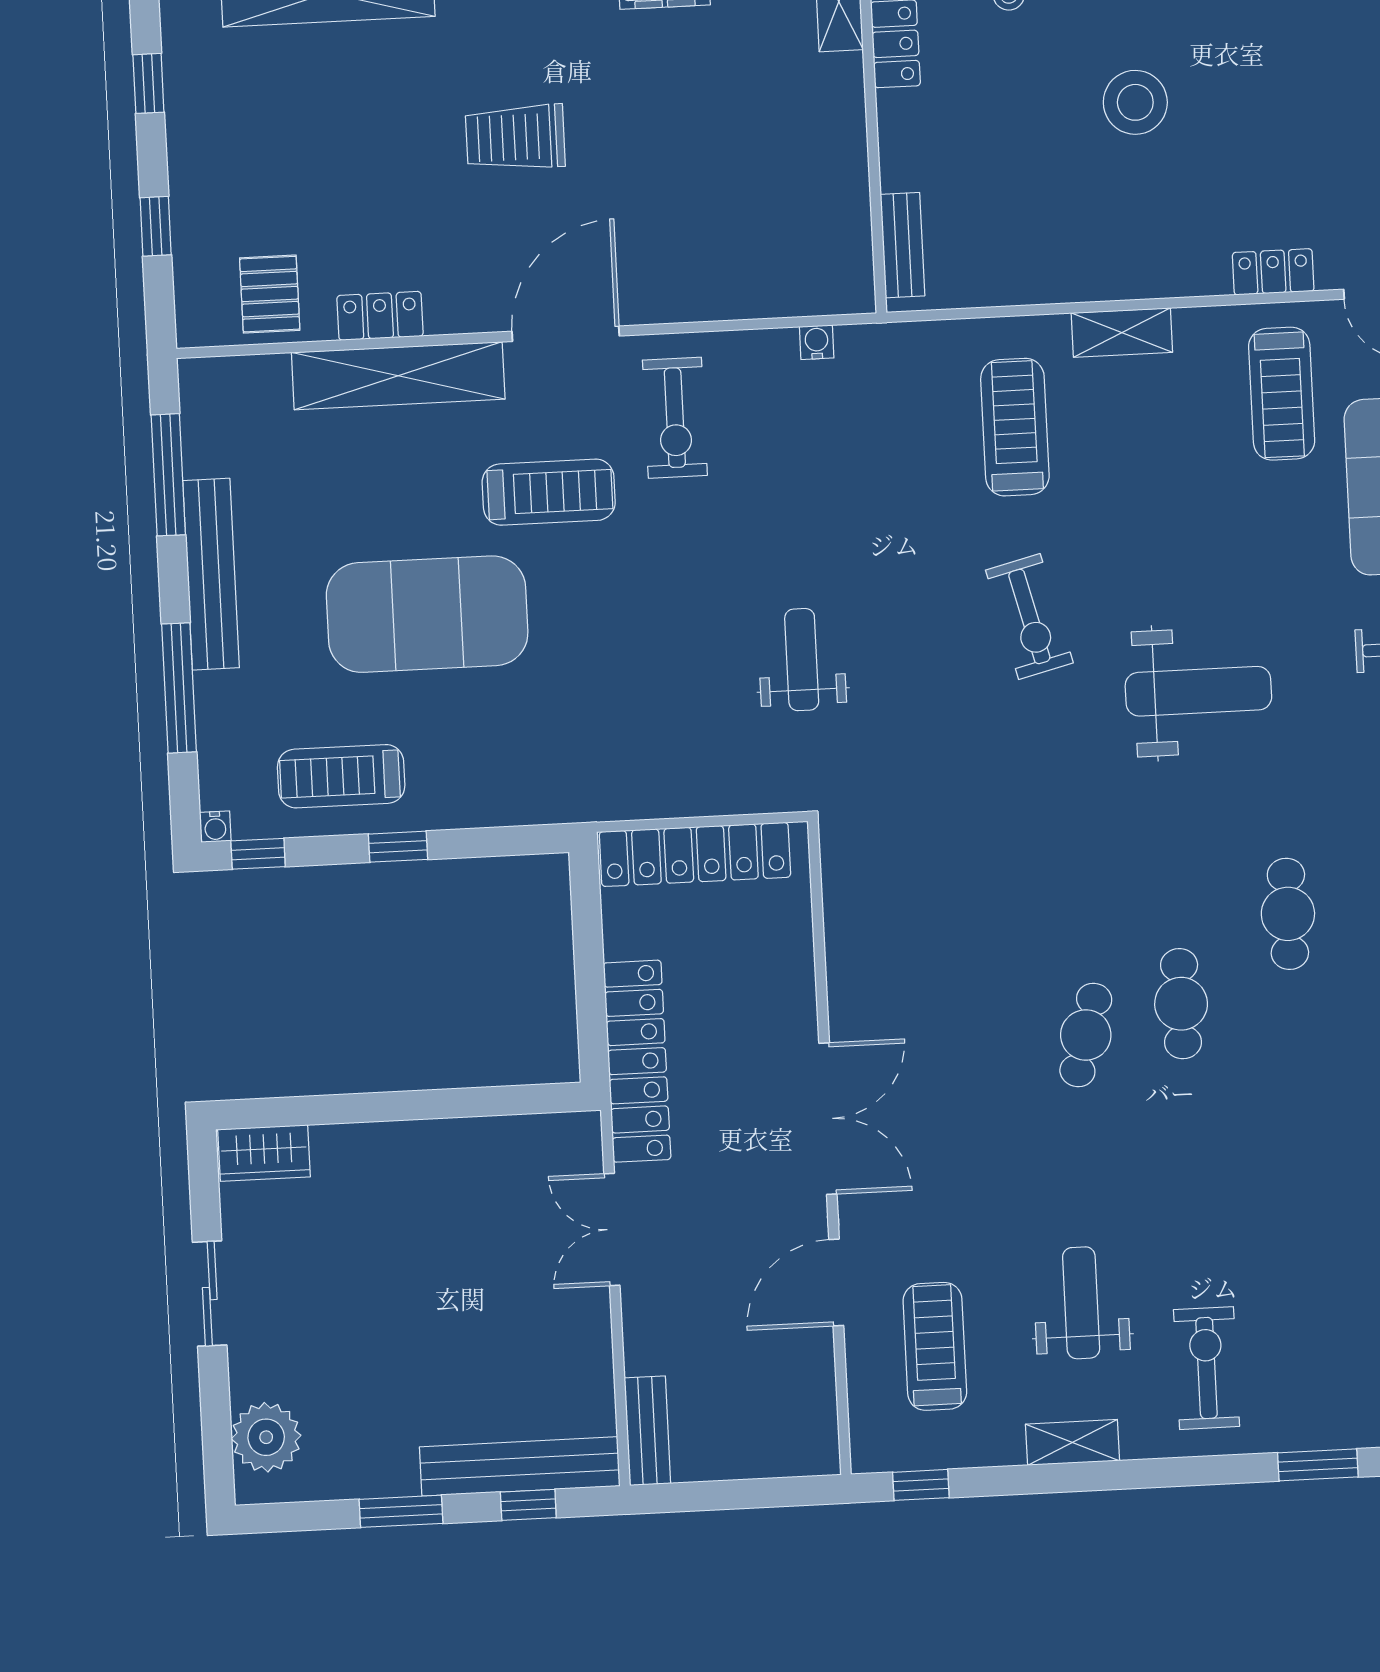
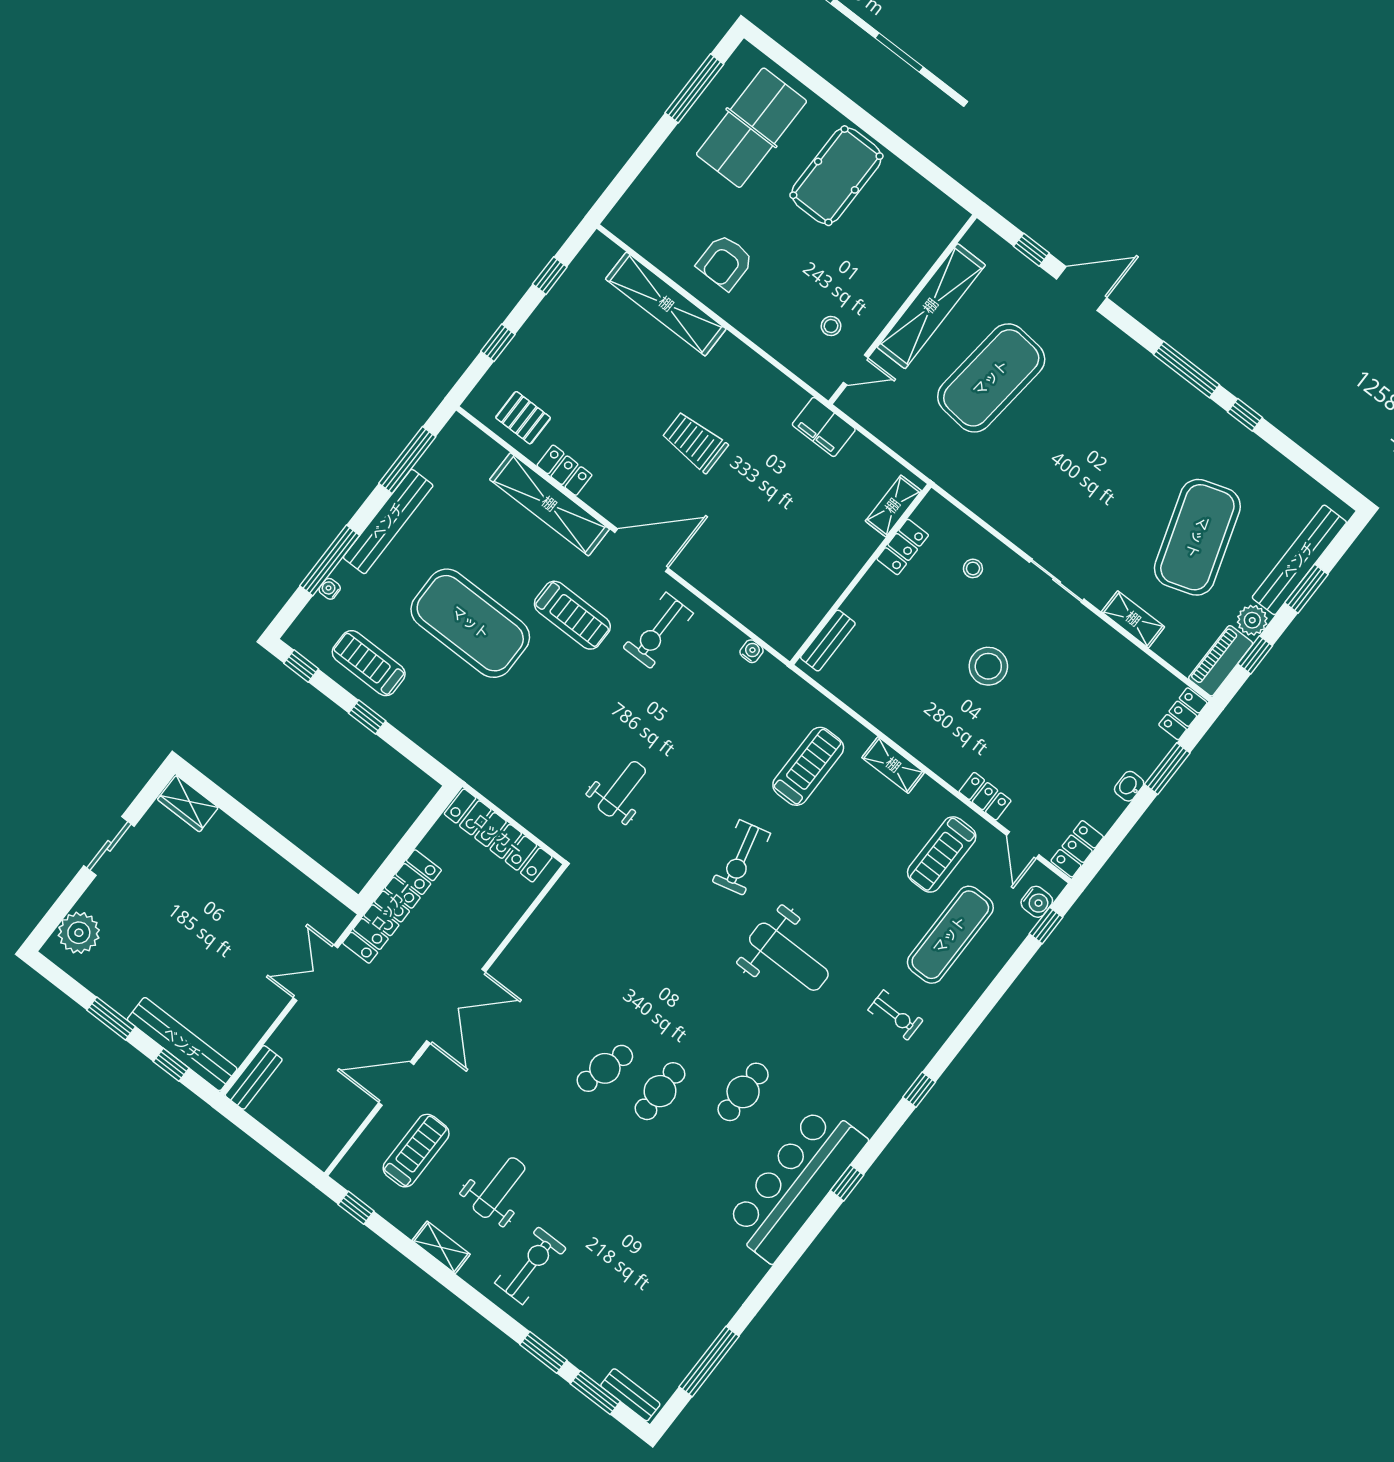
pallet: (270, 294) -> (523, 418), turned 90
water cooler: (215, 827) -> (330, 589), moved, turned 90

